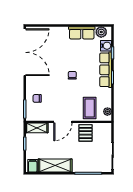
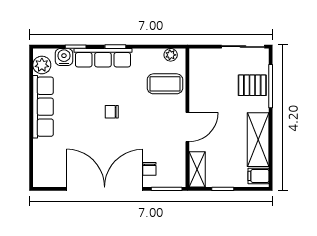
row of seats: (82, 33) -> (43, 107), width x1.48
double door: (25, 52) -> (105, 189), moved
door: (63, 122) -> (187, 127), hinge flipped
pallet: (86, 133) -> (252, 85), moved

